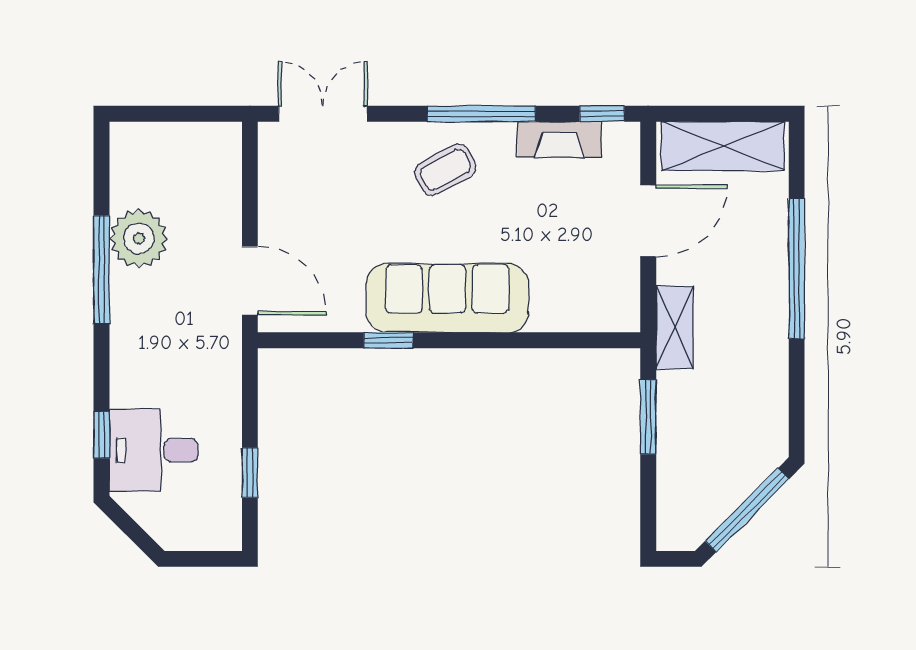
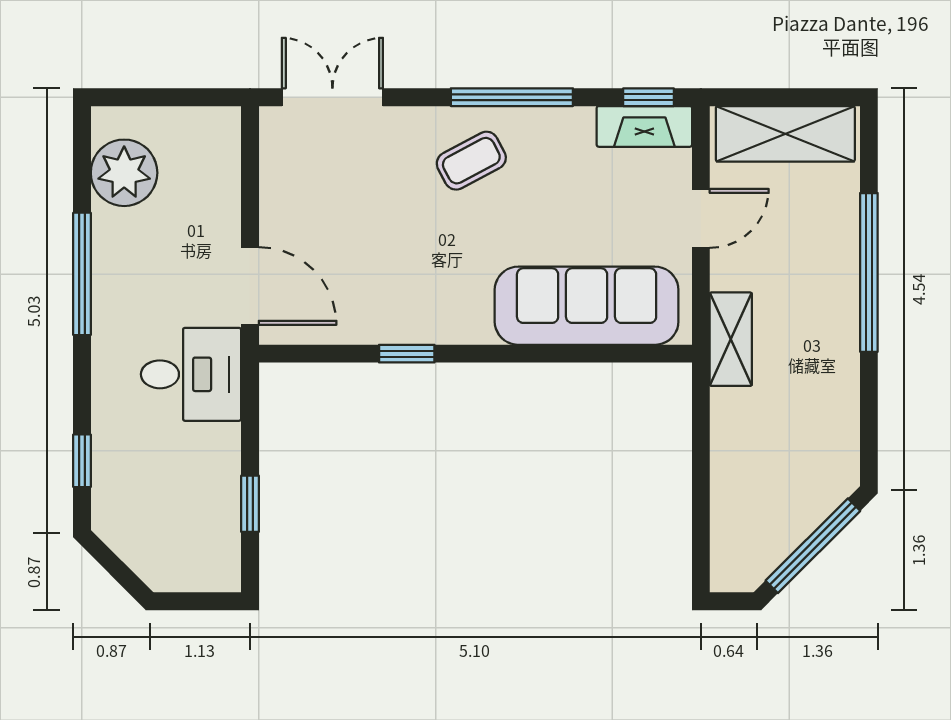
fireplace: (560, 140) -> (644, 126), moved
door: (648, 221) -> (701, 218), width x0.73
plant: (139, 238) -> (124, 173), moved
sofa: (447, 298) -> (587, 306), moved
window: (648, 417) -> (701, 440), removed
desk: (154, 450) -> (191, 374), moved, turned 180

